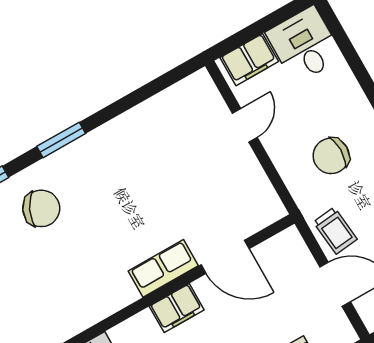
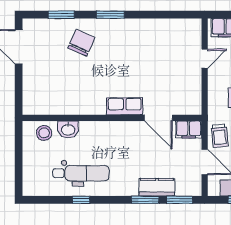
chair: (41, 208) -> (81, 43), turned -91
filing cabinet: (177, 308) -> (189, 129), moved

